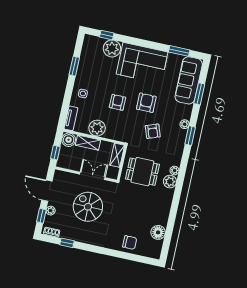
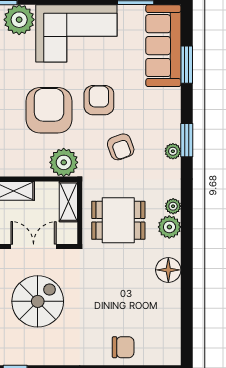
armchair: (117, 102) -> (49, 110), width x1.88, depth x1.88
plant: (185, 124) -> (173, 151), moved
plant: (97, 128) -> (64, 162), moved
spiral stairs: (88, 207) -> (38, 301), turned 90
floor lamp: (158, 232) -> (168, 270), moved

